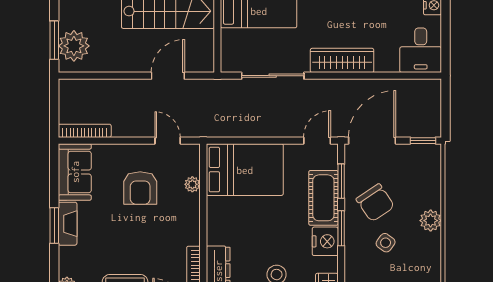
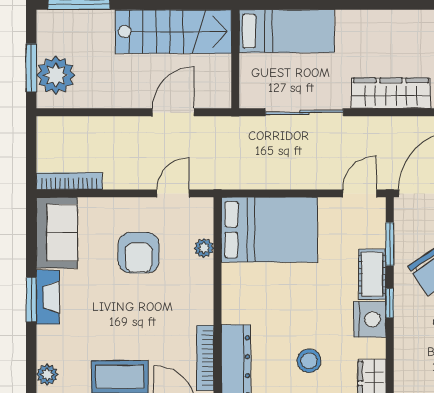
door: (168, 141) -> (173, 193), hinge flipped
cot: (323, 198) -> (372, 274), width x0.73, depth x0.75
window: (341, 228) -> (390, 303), width x0.67

